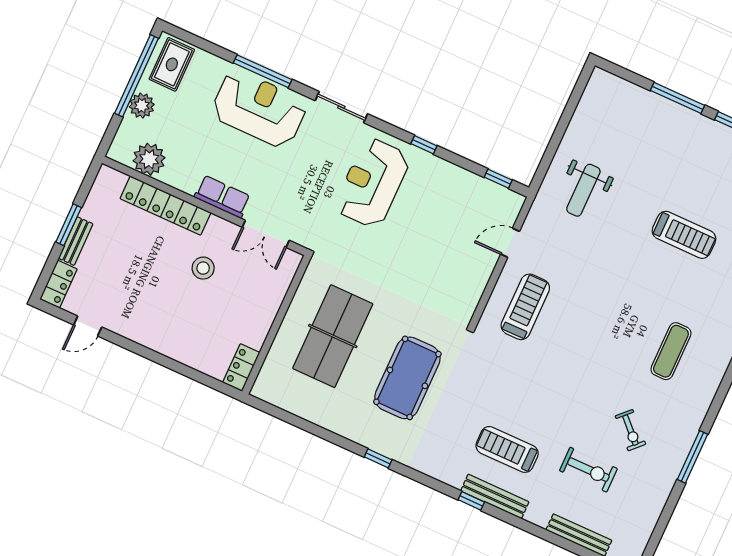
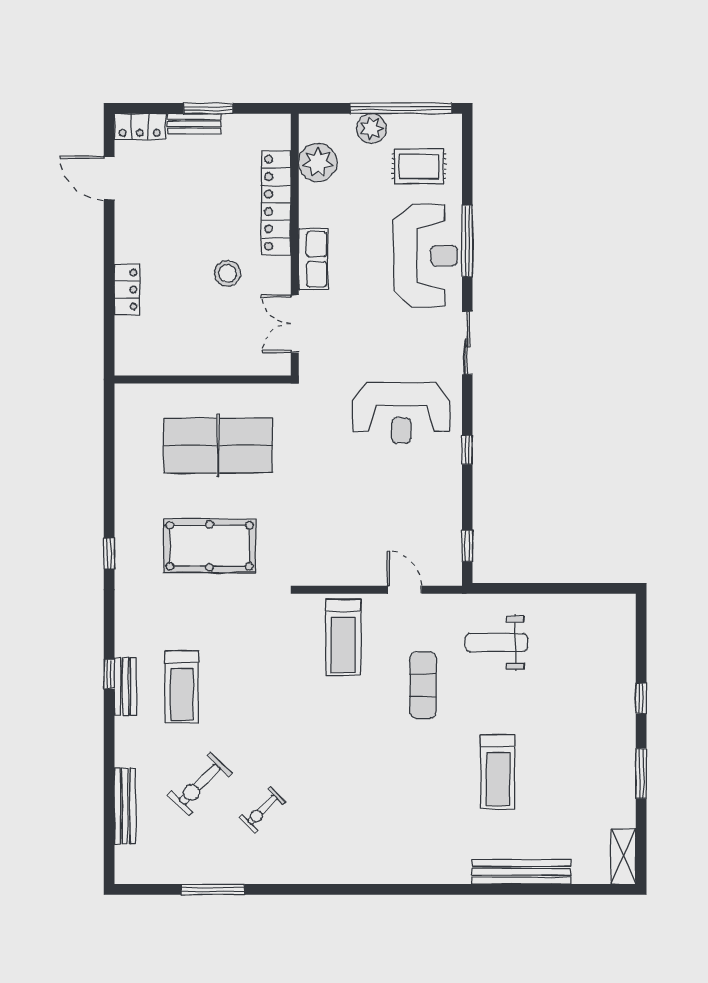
rug: (172, 64) -> (419, 166), moved
window: (678, 98) -> (641, 698), width x0.46
reception desk: (372, 183) -> (401, 413), turned 180
treadmill: (525, 307) -> (343, 637), turned 90
door: (88, 326) -> (109, 178), width x1.38
exercise mat: (671, 351) -> (423, 685), moved, turned 90
locker: (241, 368) -> (127, 290), moved, turned 90
treadmill: (507, 449) -> (182, 687), turned 180
window: (693, 457) -> (213, 889), moved
exercise bike: (588, 470) -> (200, 784), turned 45
bench: (495, 496) -> (125, 687), width x0.73

